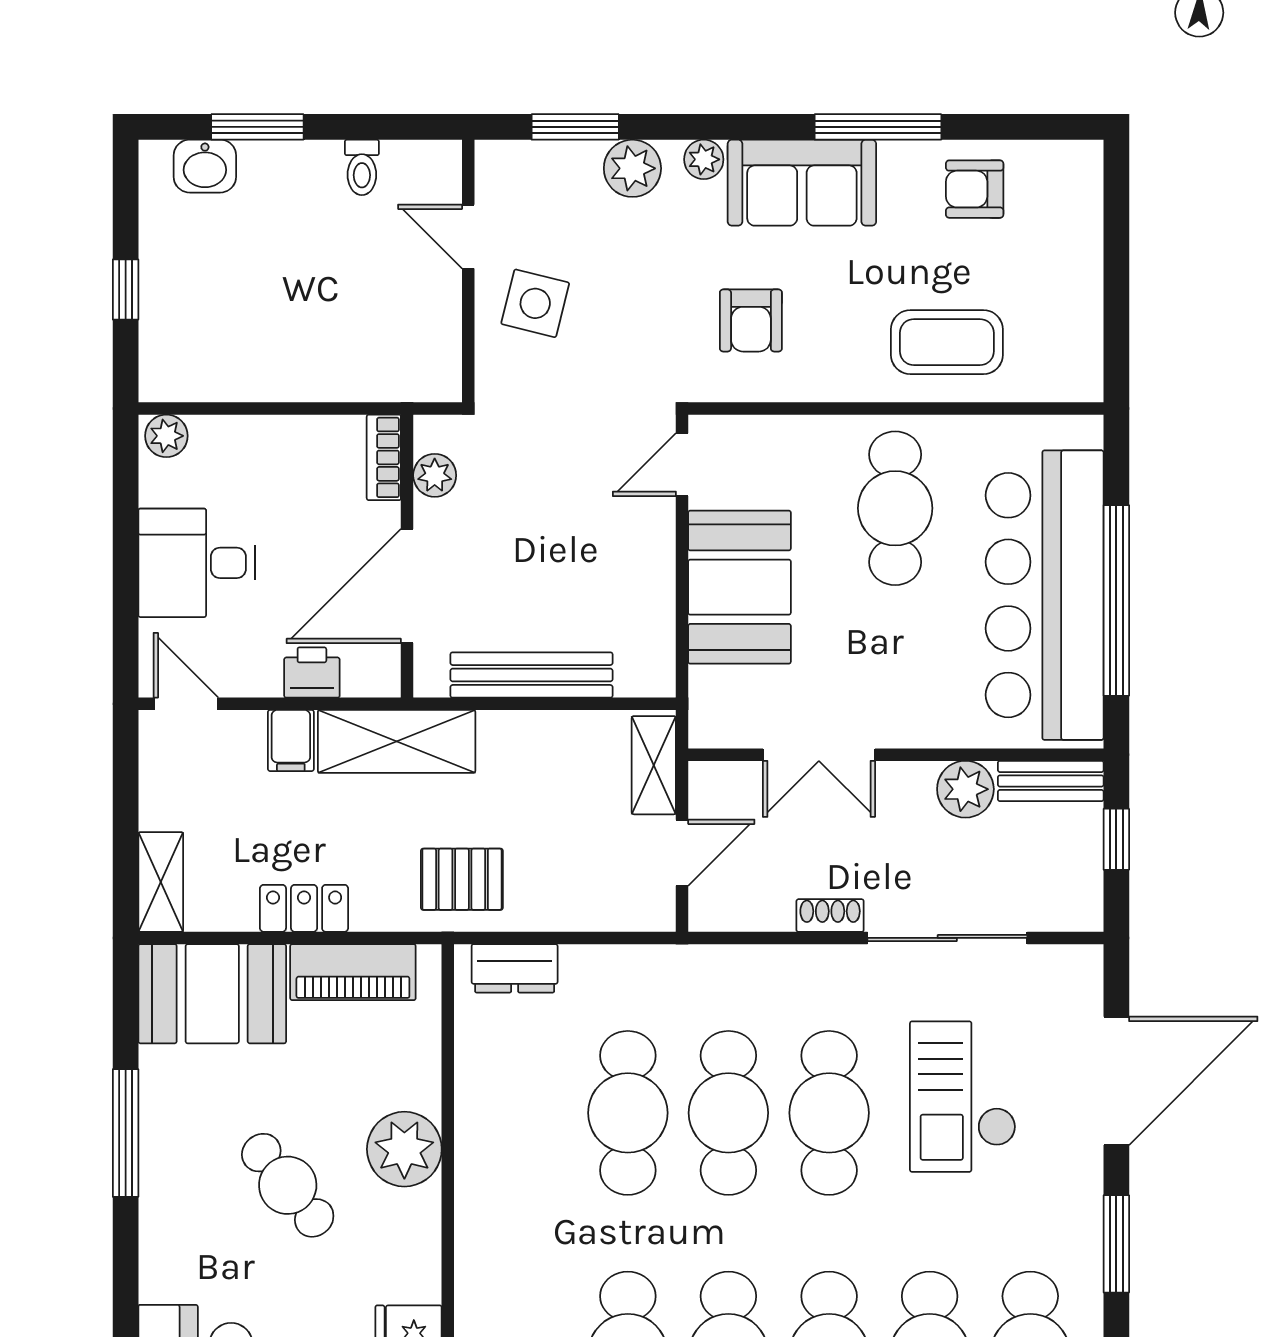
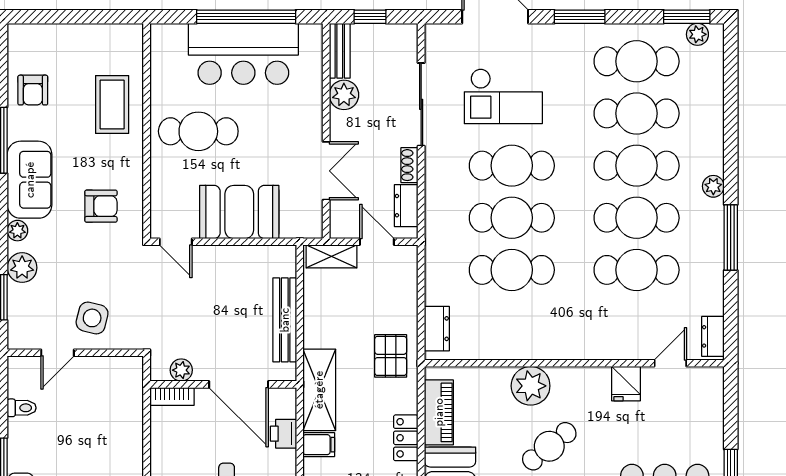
bar counter: (1045, 595) -> (243, 54), width x0.73
dresser: (752, 909) -> (406, 206), added

